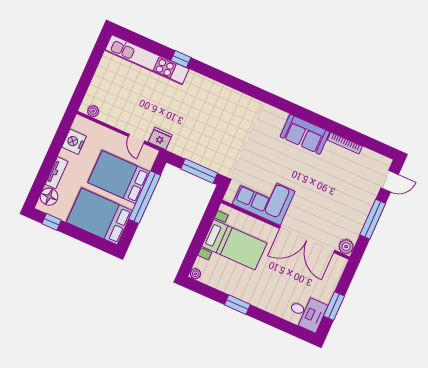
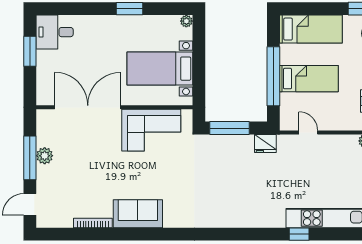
fridge: (160, 139) -> (265, 143), moved
bed: (119, 177) -> (309, 79), width x0.67
bed: (99, 216) -> (311, 29), width x0.67
plant: (346, 247) -> (45, 156), moved

